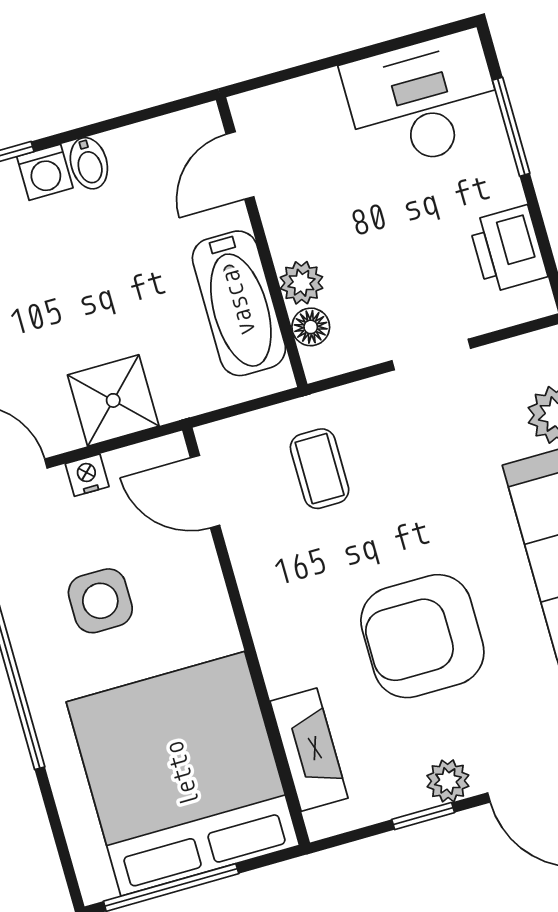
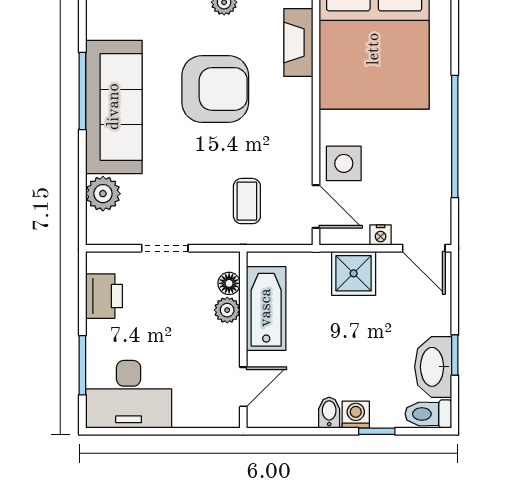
side table: (100, 601) -> (344, 163), moved

